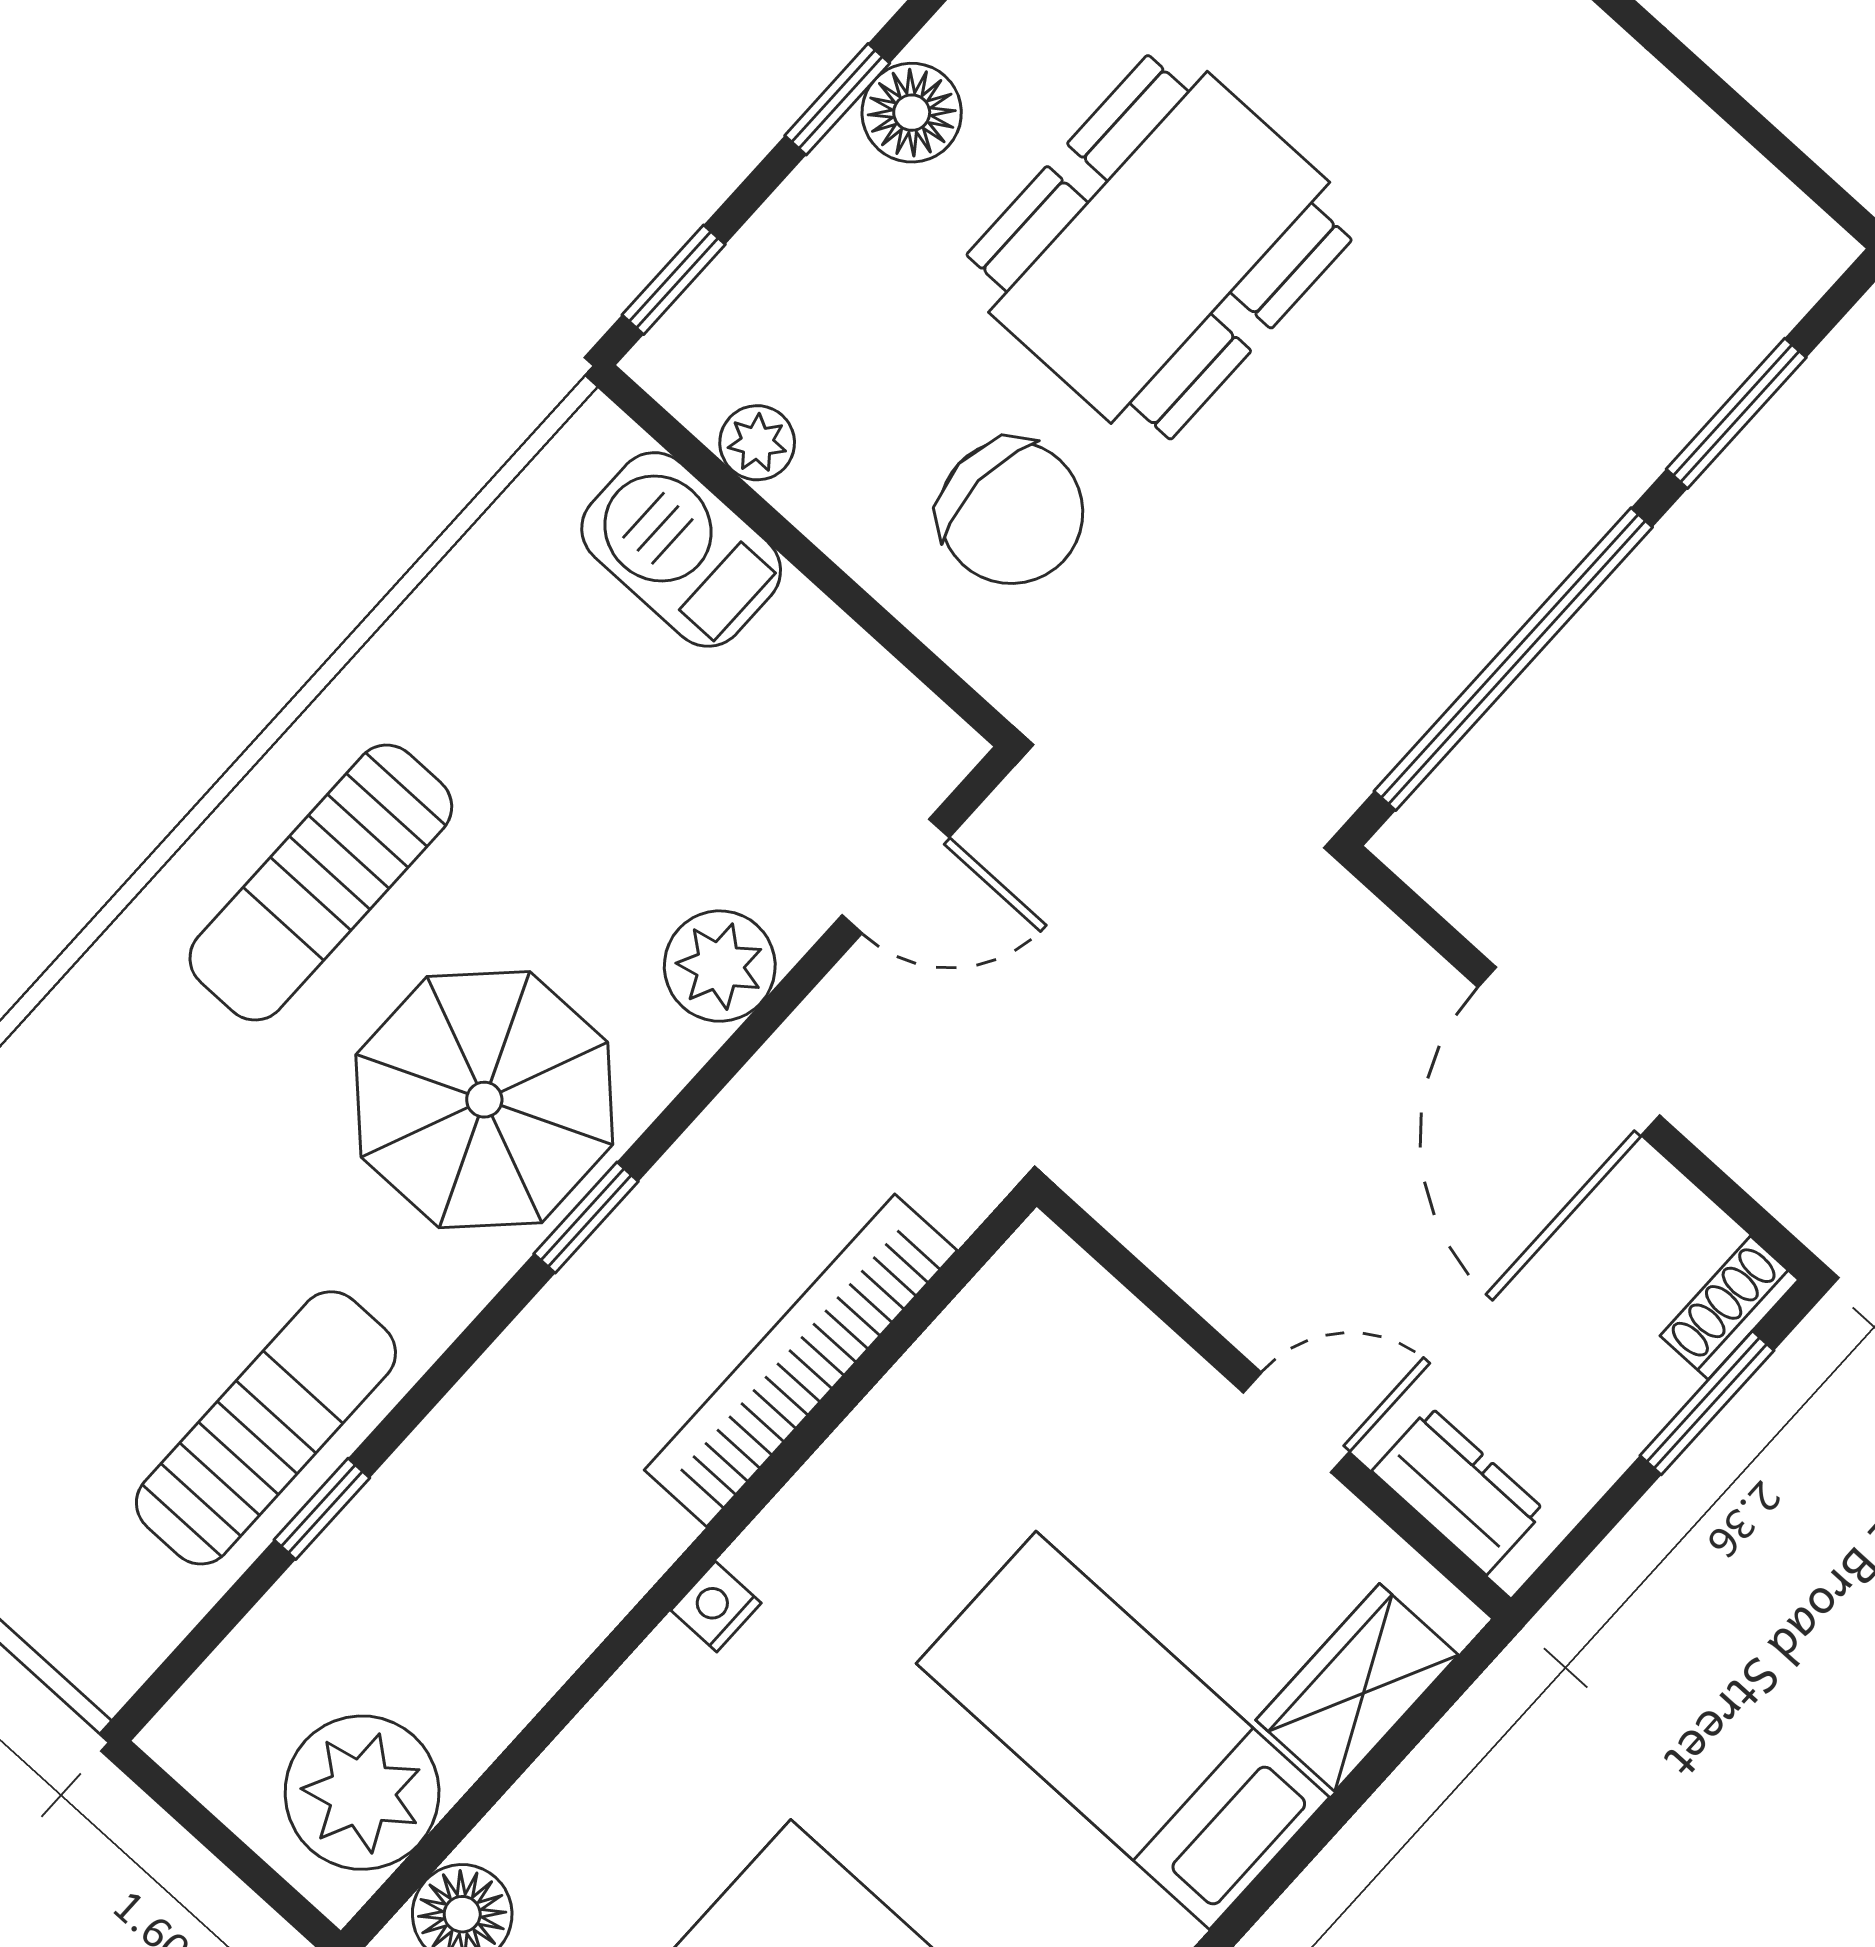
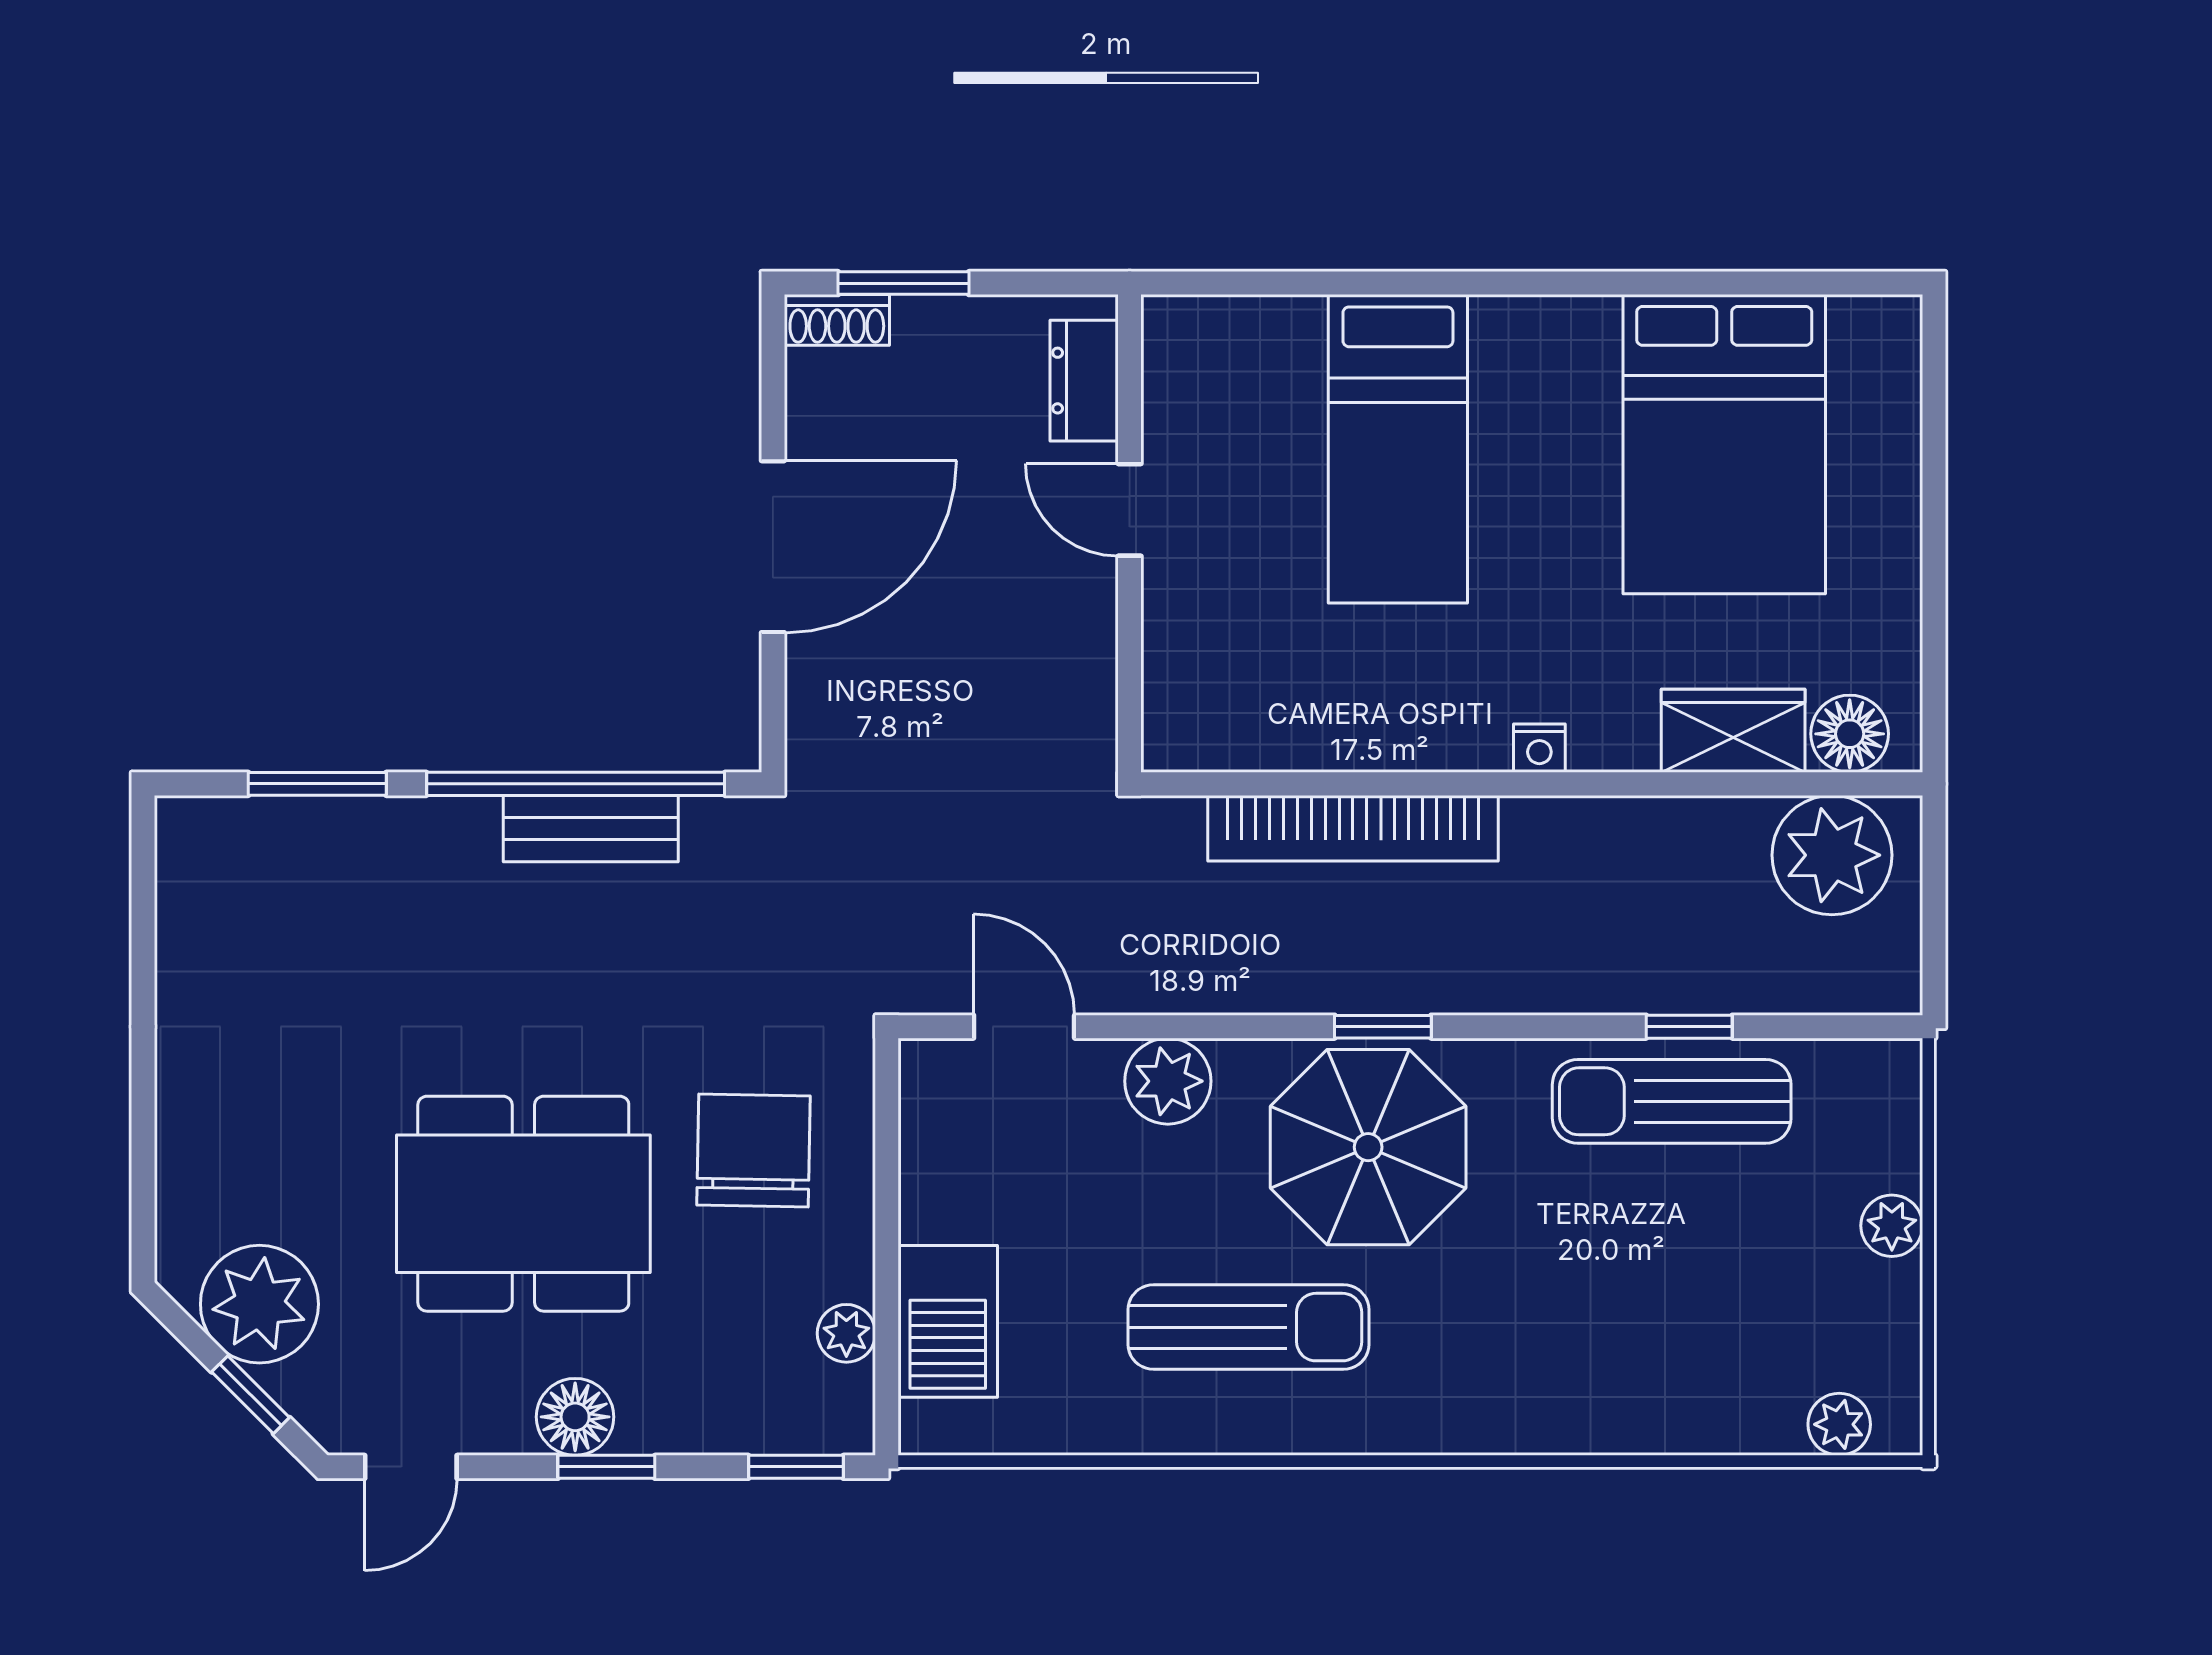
bench: (1458, 635) -> (591, 829), added
sun lounger: (321, 883) -> (1249, 1327), moved
wardrobe: (1357, 1687) -> (1733, 731), moved, turned 180

